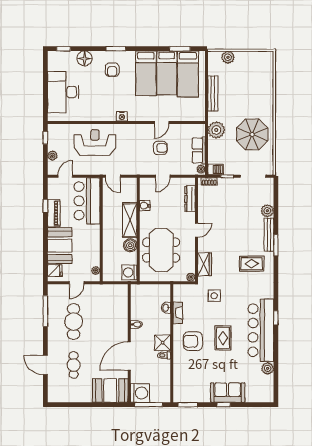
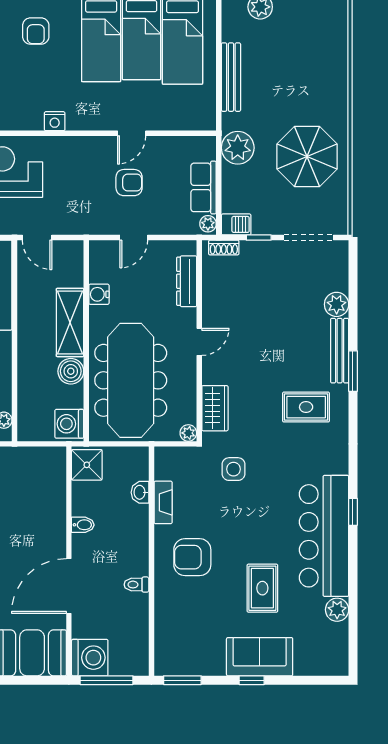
meeting table: (161, 250) -> (131, 380), width x1.36
rug: (223, 338) -> (262, 588), moved
shower: (163, 343) -> (87, 465), moved

